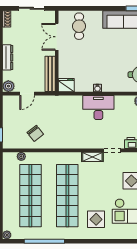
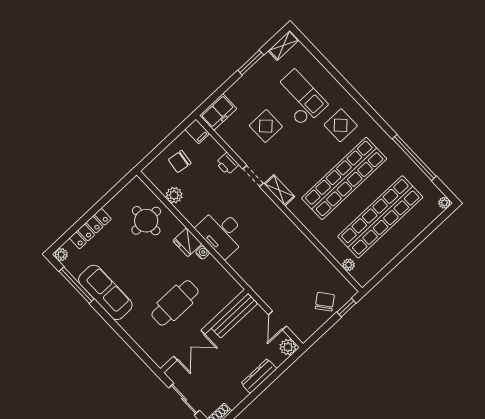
cafe table: (79, 26) -> (175, 303), moved, width x1.37, depth x1.35
fridge: (66, 85) -> (187, 242), moved
door: (27, 94) -> (277, 320), swing flipped
chair: (35, 133) -> (325, 302), moved

